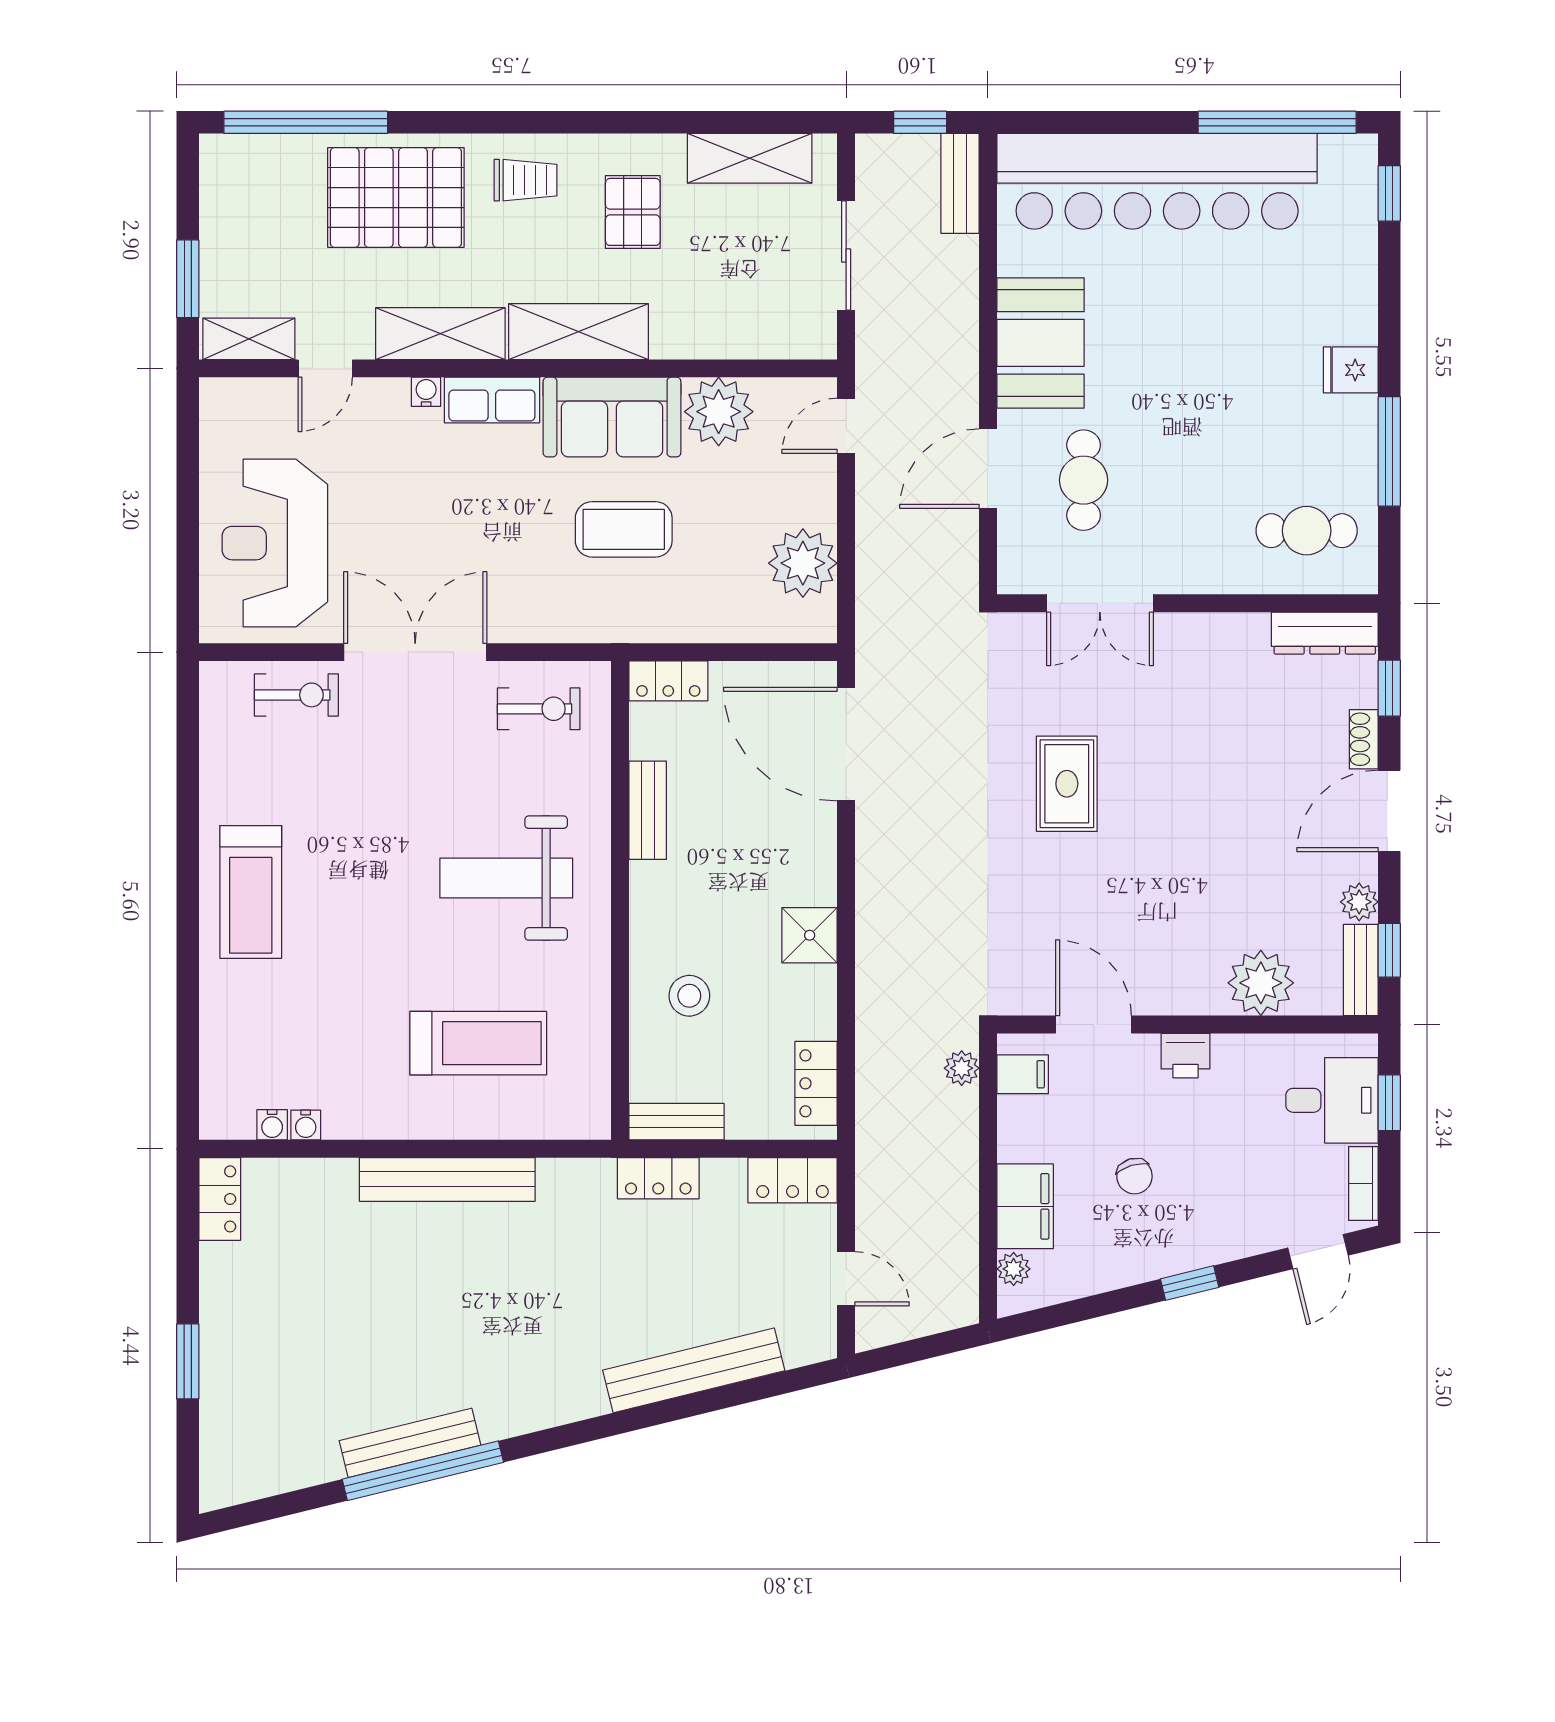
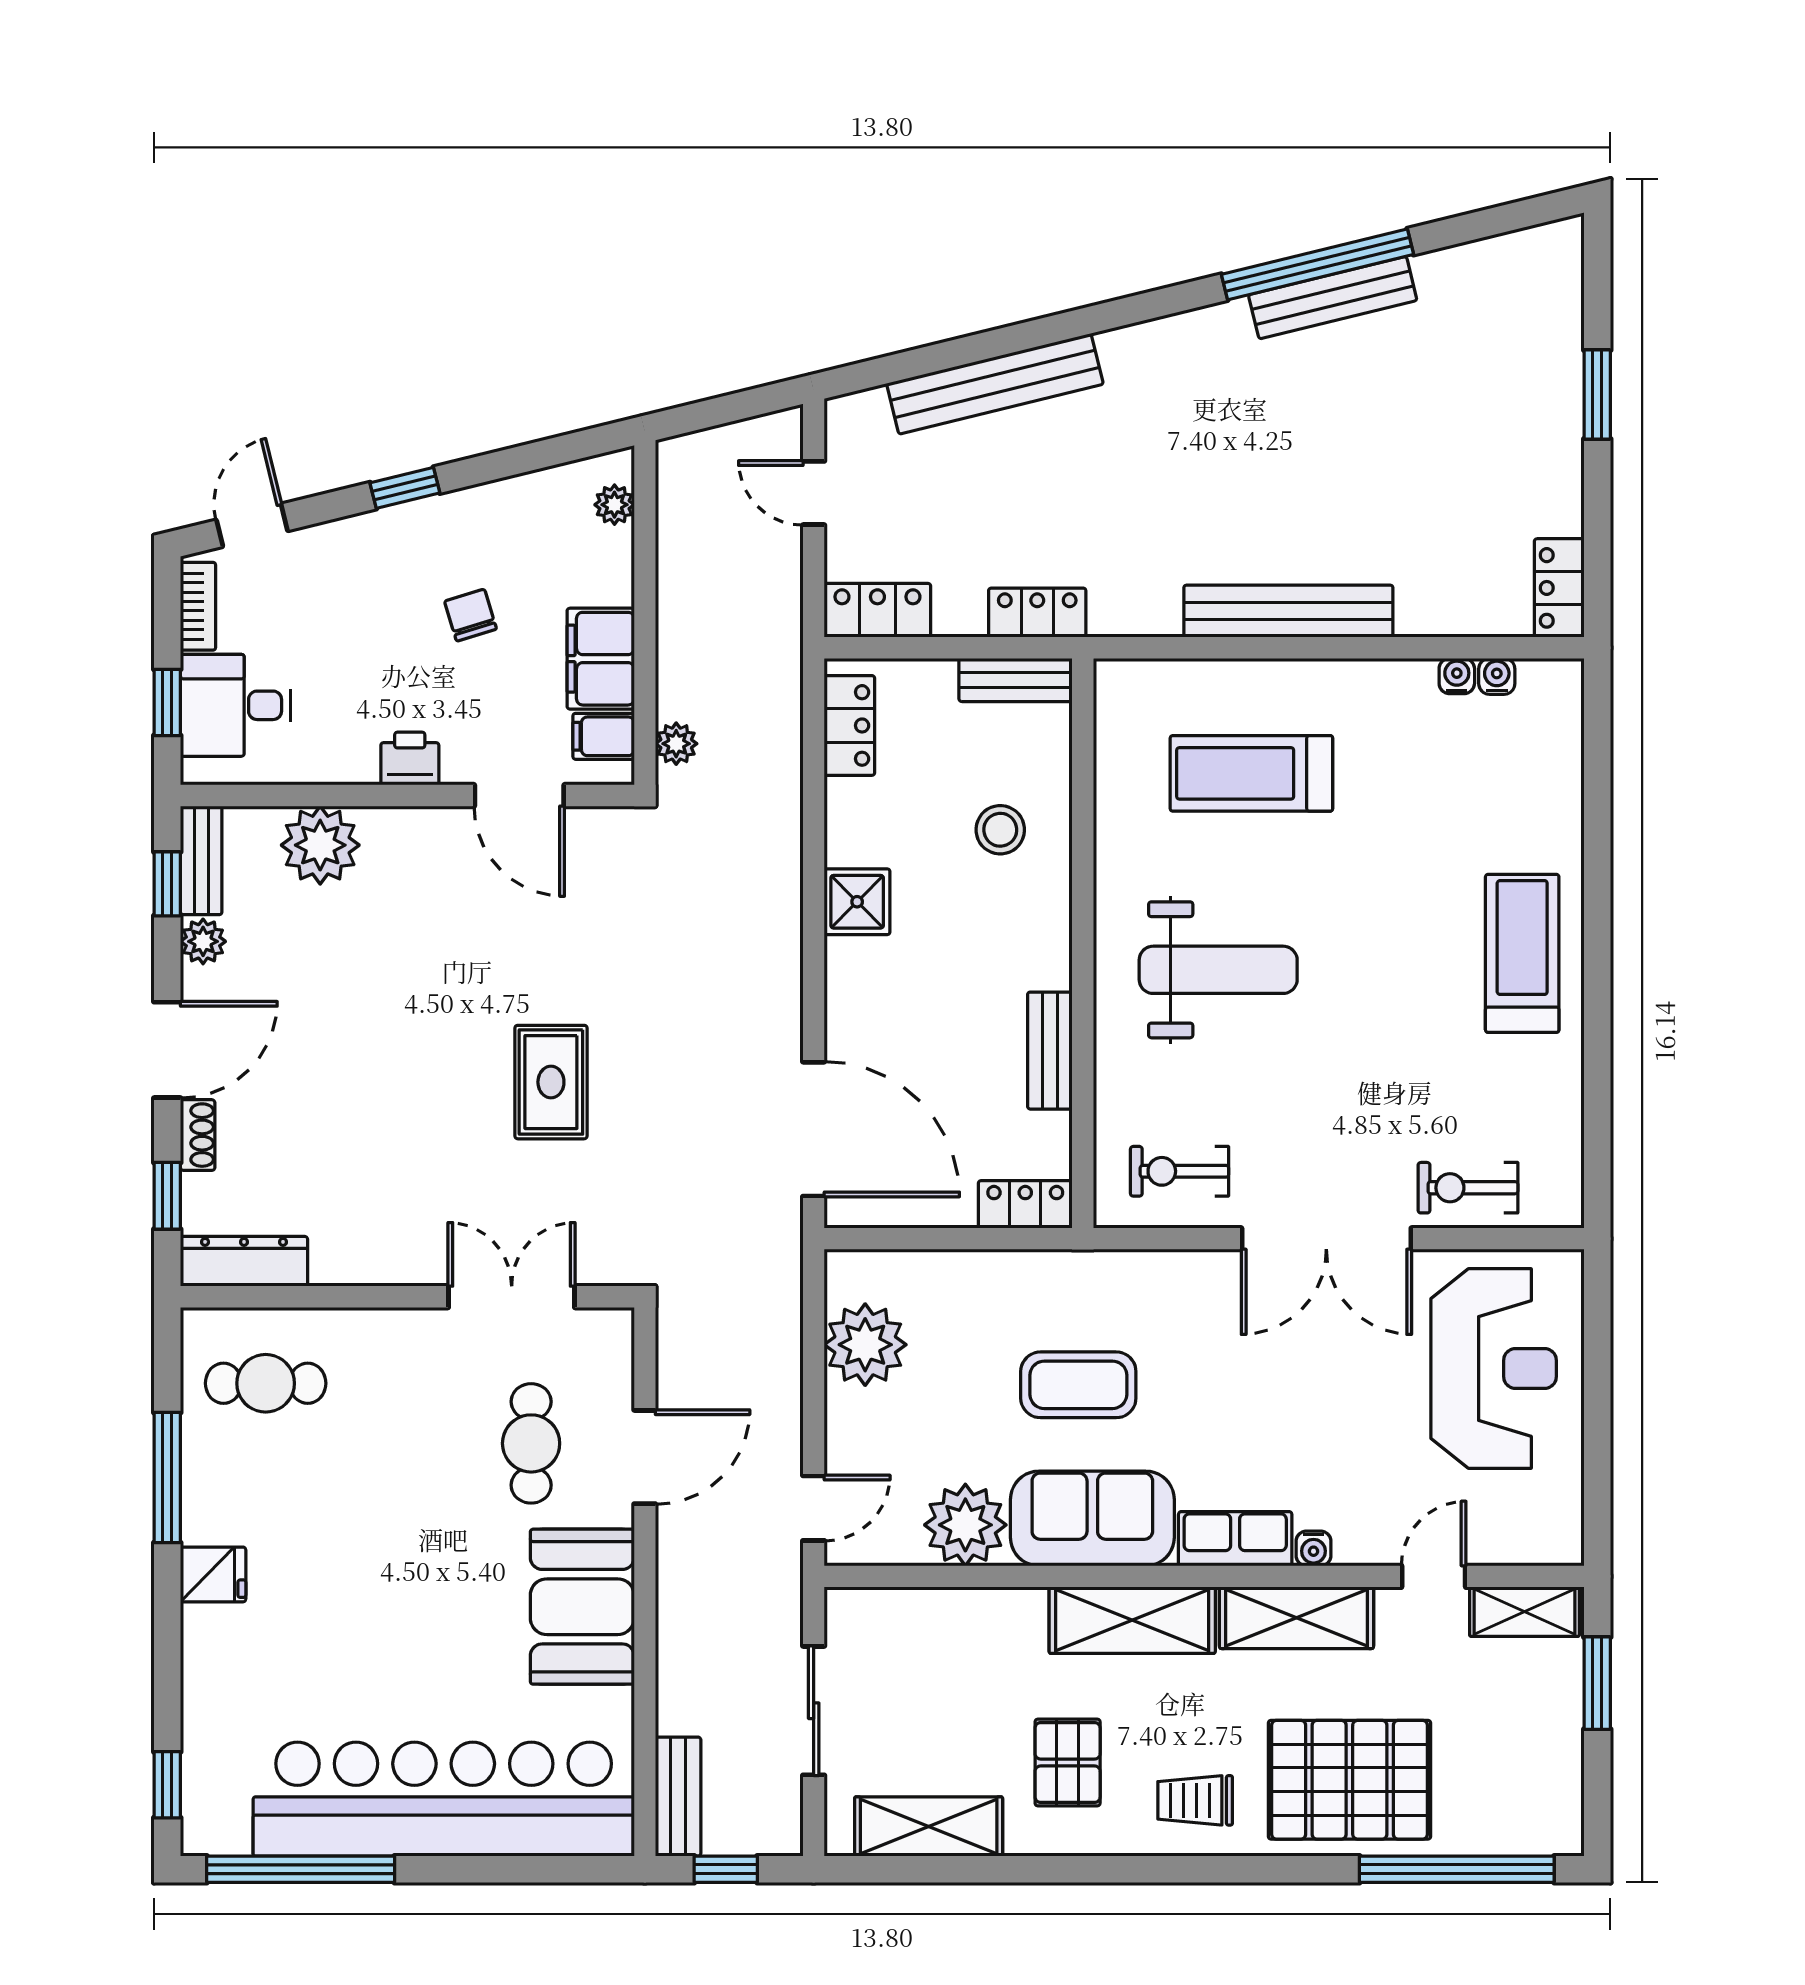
filing cabinet: (1025, 1206) -> (601, 659), moved

